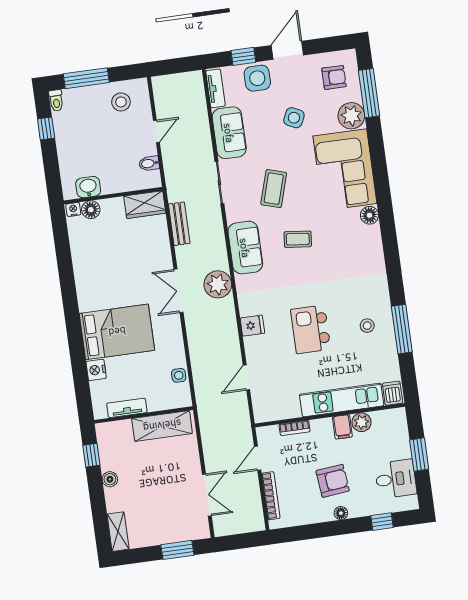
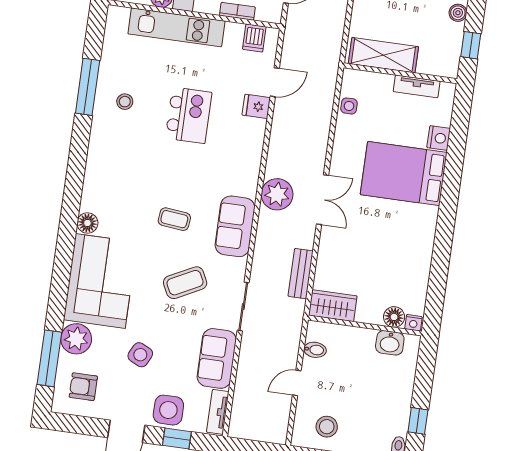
coffee table: (274, 189) -> (185, 283), turned 46
fridge: (252, 326) -> (256, 106), moved
dishwasher: (393, 393) -> (254, 38), moved

